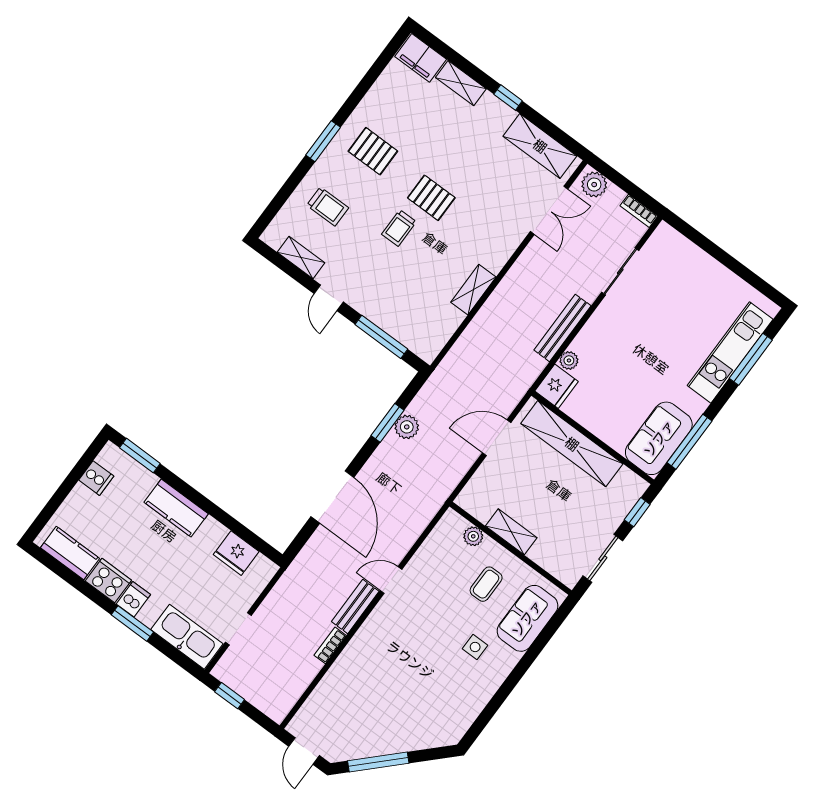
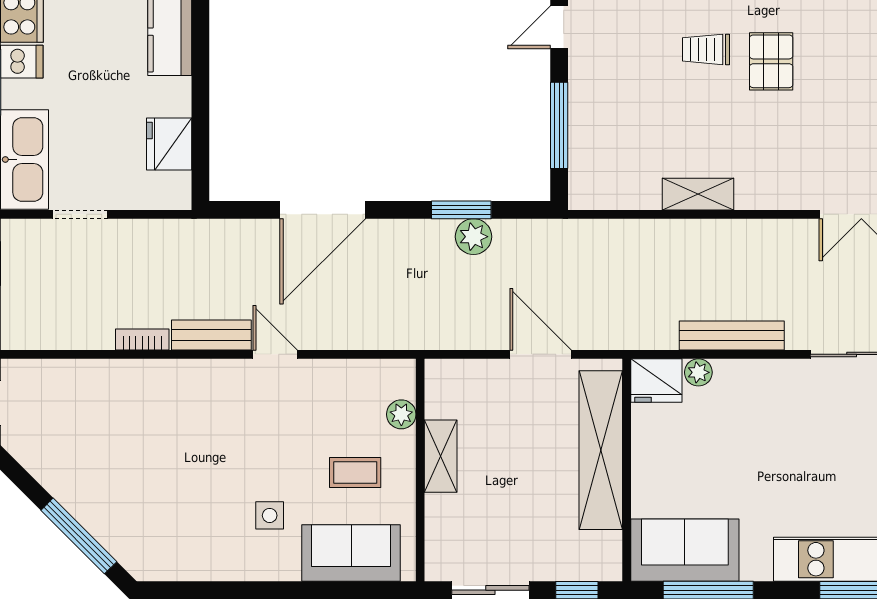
window: (378, 762) -> (79, 536), moved

